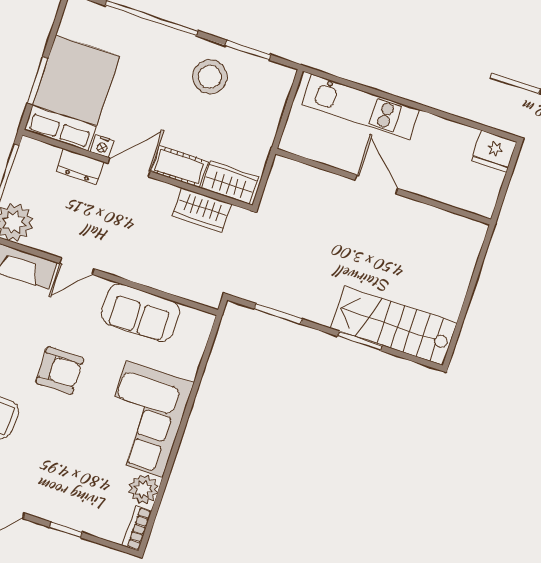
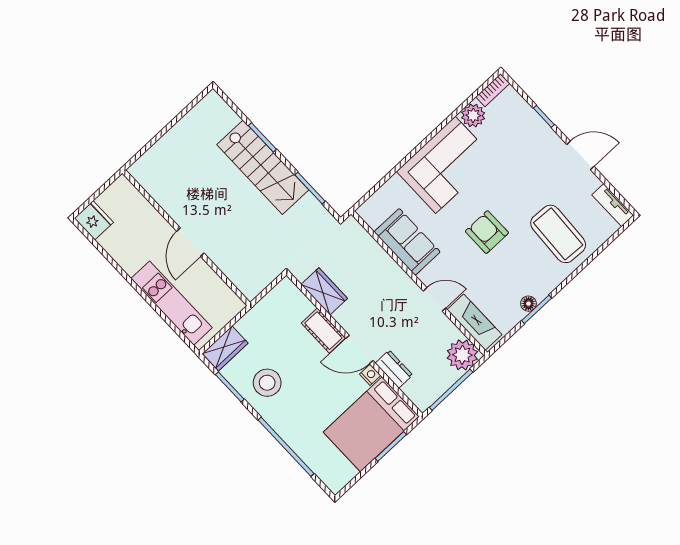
wardrobe: (230, 182) -> (225, 348), moved, turned -90
stairs: (393, 326) -> (263, 167), moved

